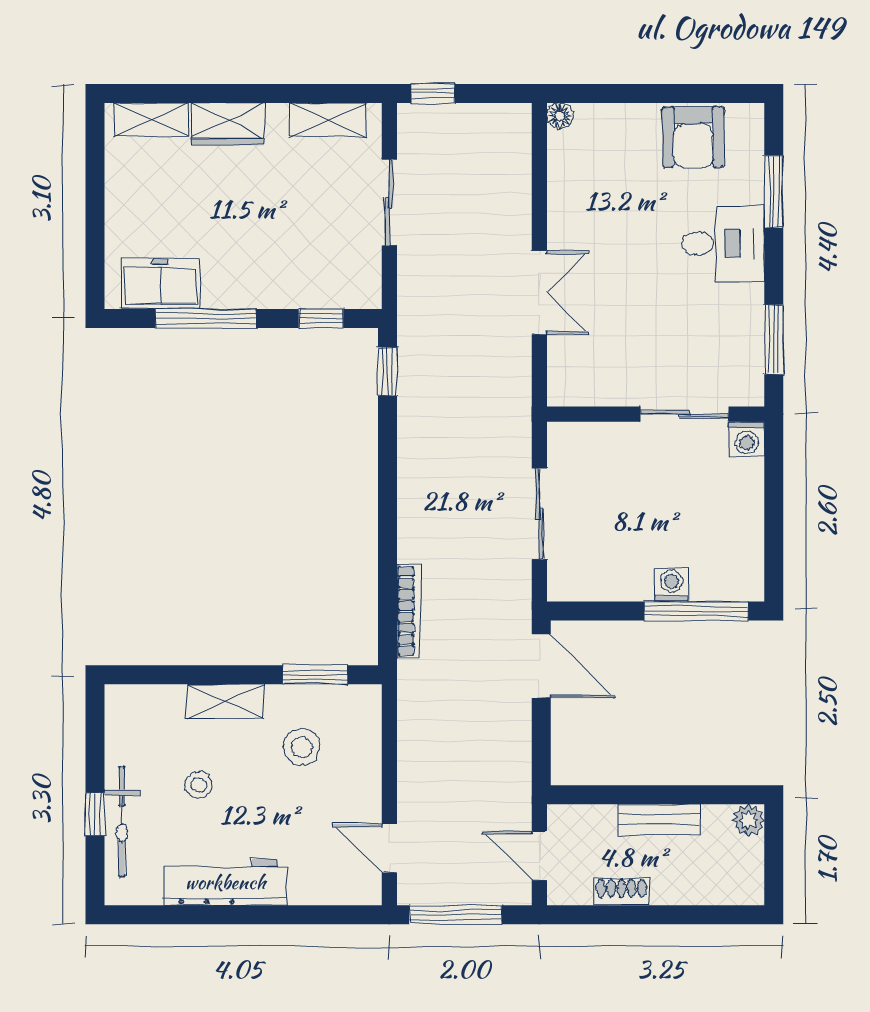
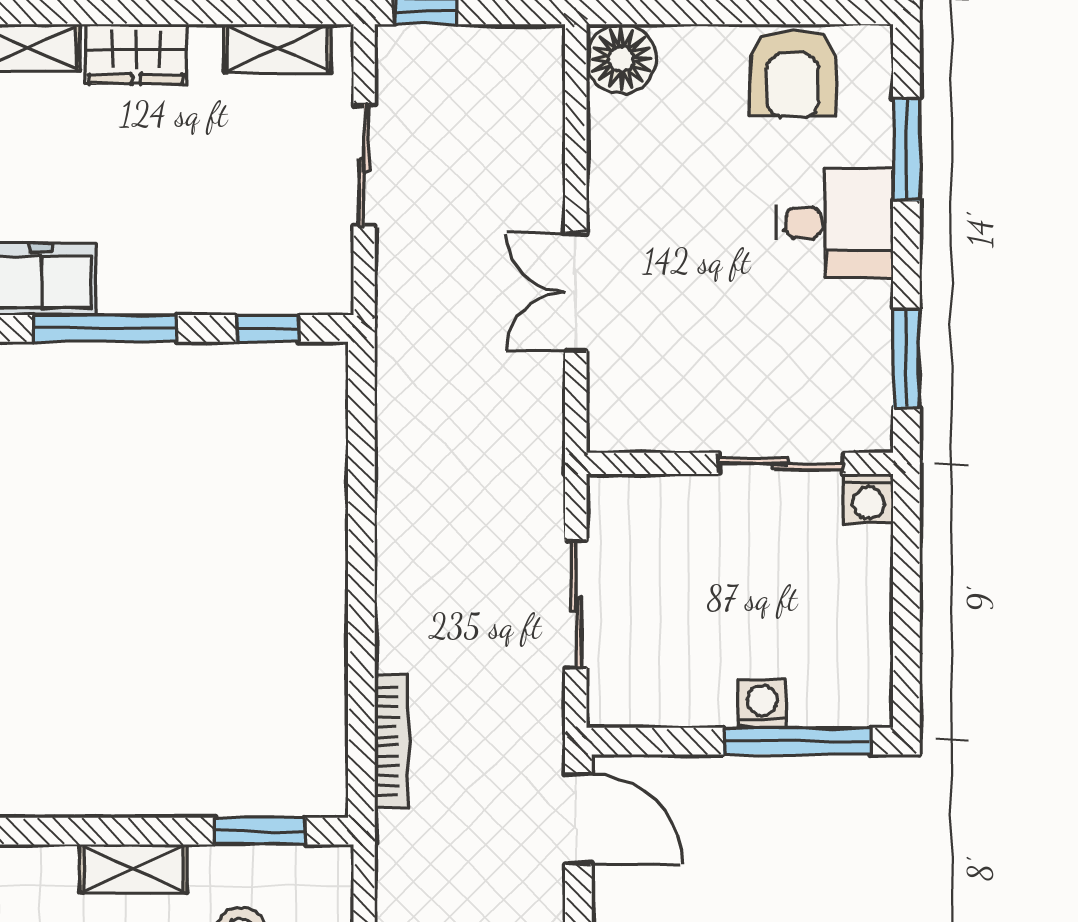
floor lamp: (560, 116) -> (621, 59), width x1.89, depth x1.89
double door: (539, 292) -> (576, 292), swing flipped
window: (387, 371) -> (361, 403), removed

